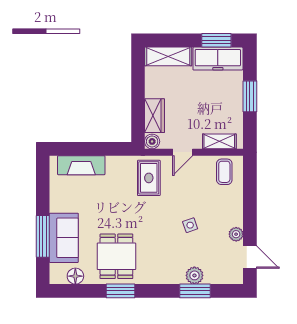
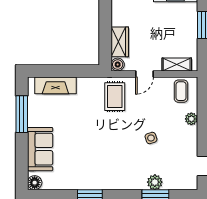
plant: (236, 234) -> (191, 119), moved
window: (43, 236) -> (22, 114), moved
dining table: (116, 256) -> (86, 165), removed
floor lamp: (75, 276) -> (35, 183), moved

